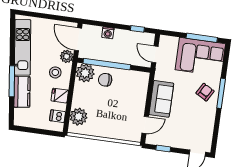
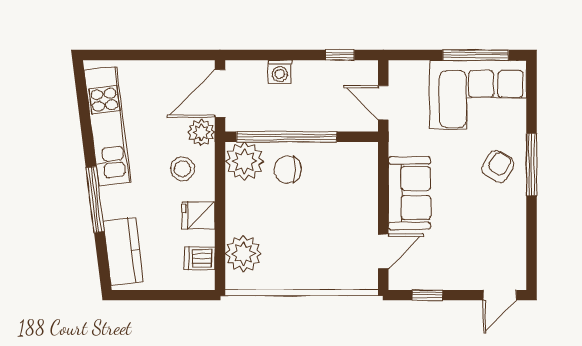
door: (78, 39) -> (220, 94), hinge flipped
kitchen counter: (22, 92) -> (123, 251), moved

